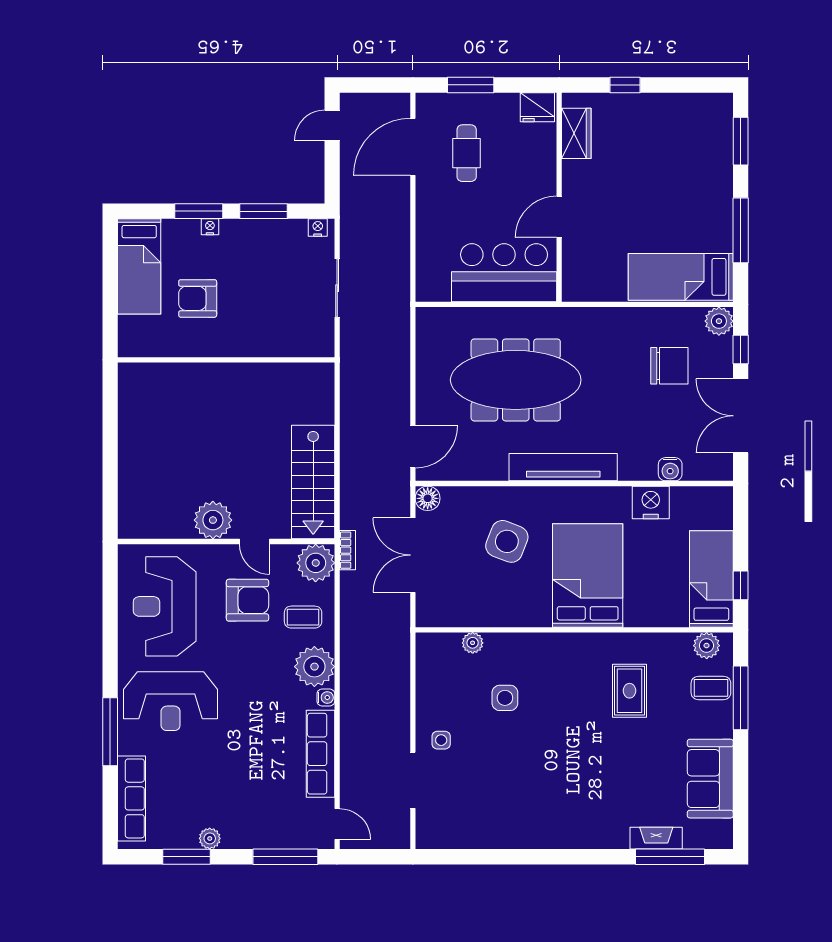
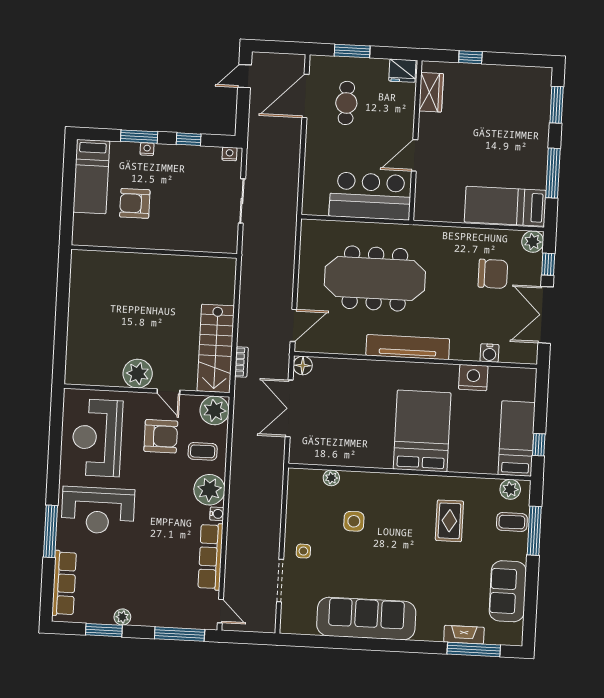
window: (263, 211) -> (189, 139), width x0.67
side table: (507, 541) -> (362, 402), removed
bookcase: (348, 550) -> (241, 362), moved
sofa: (528, 824) -> (366, 619), added

